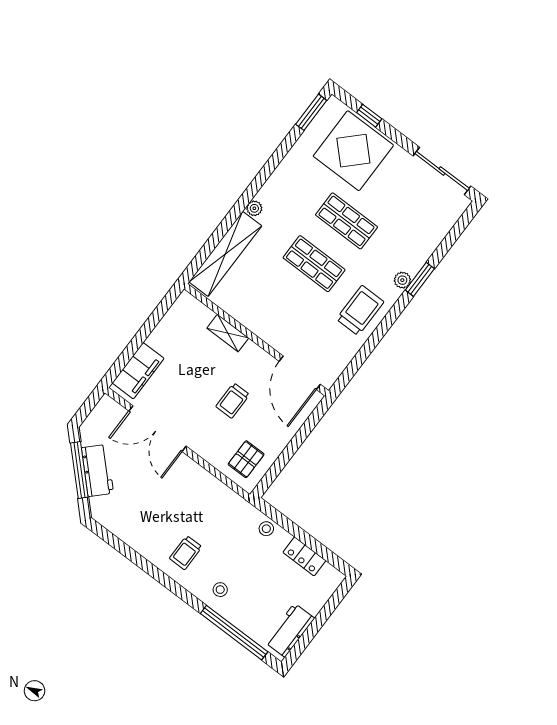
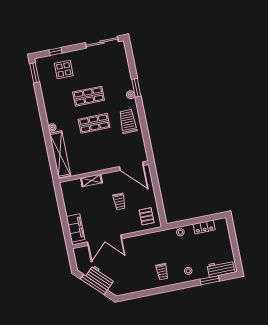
display table: (353, 151) -> (64, 70), width x0.54, depth x0.54
workbench: (290, 630) -> (221, 268), moved, turned 90
window: (234, 633) -> (210, 280), width x0.47

